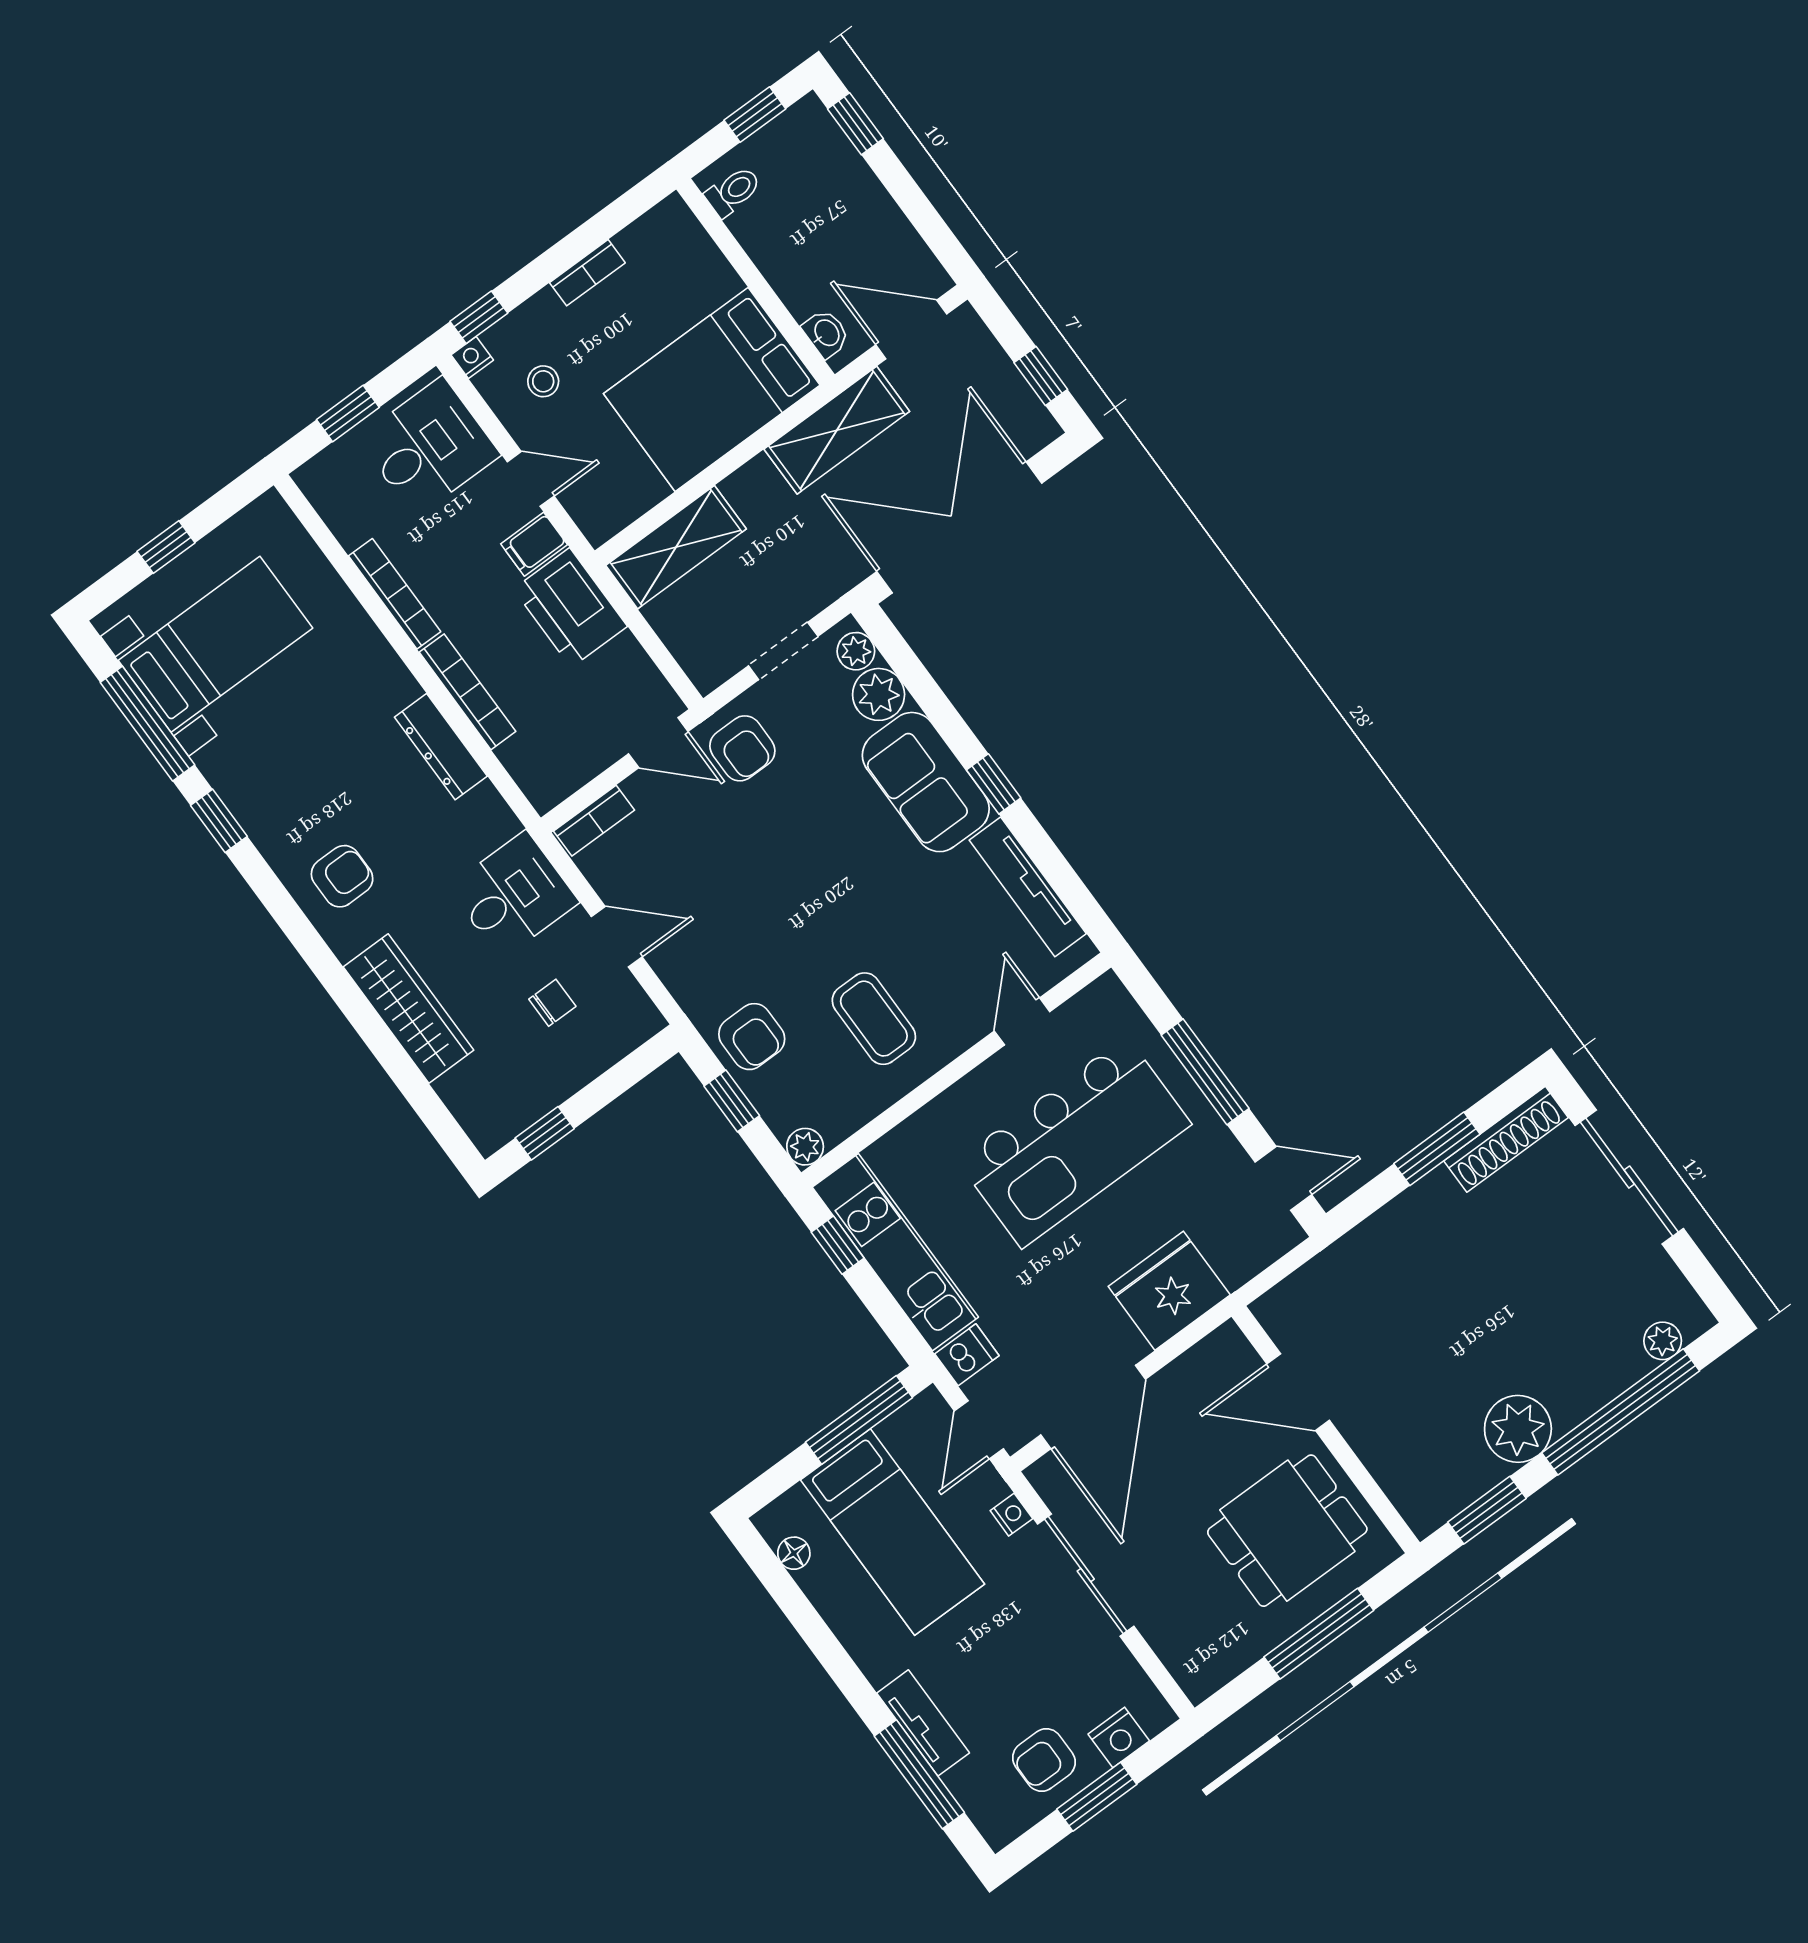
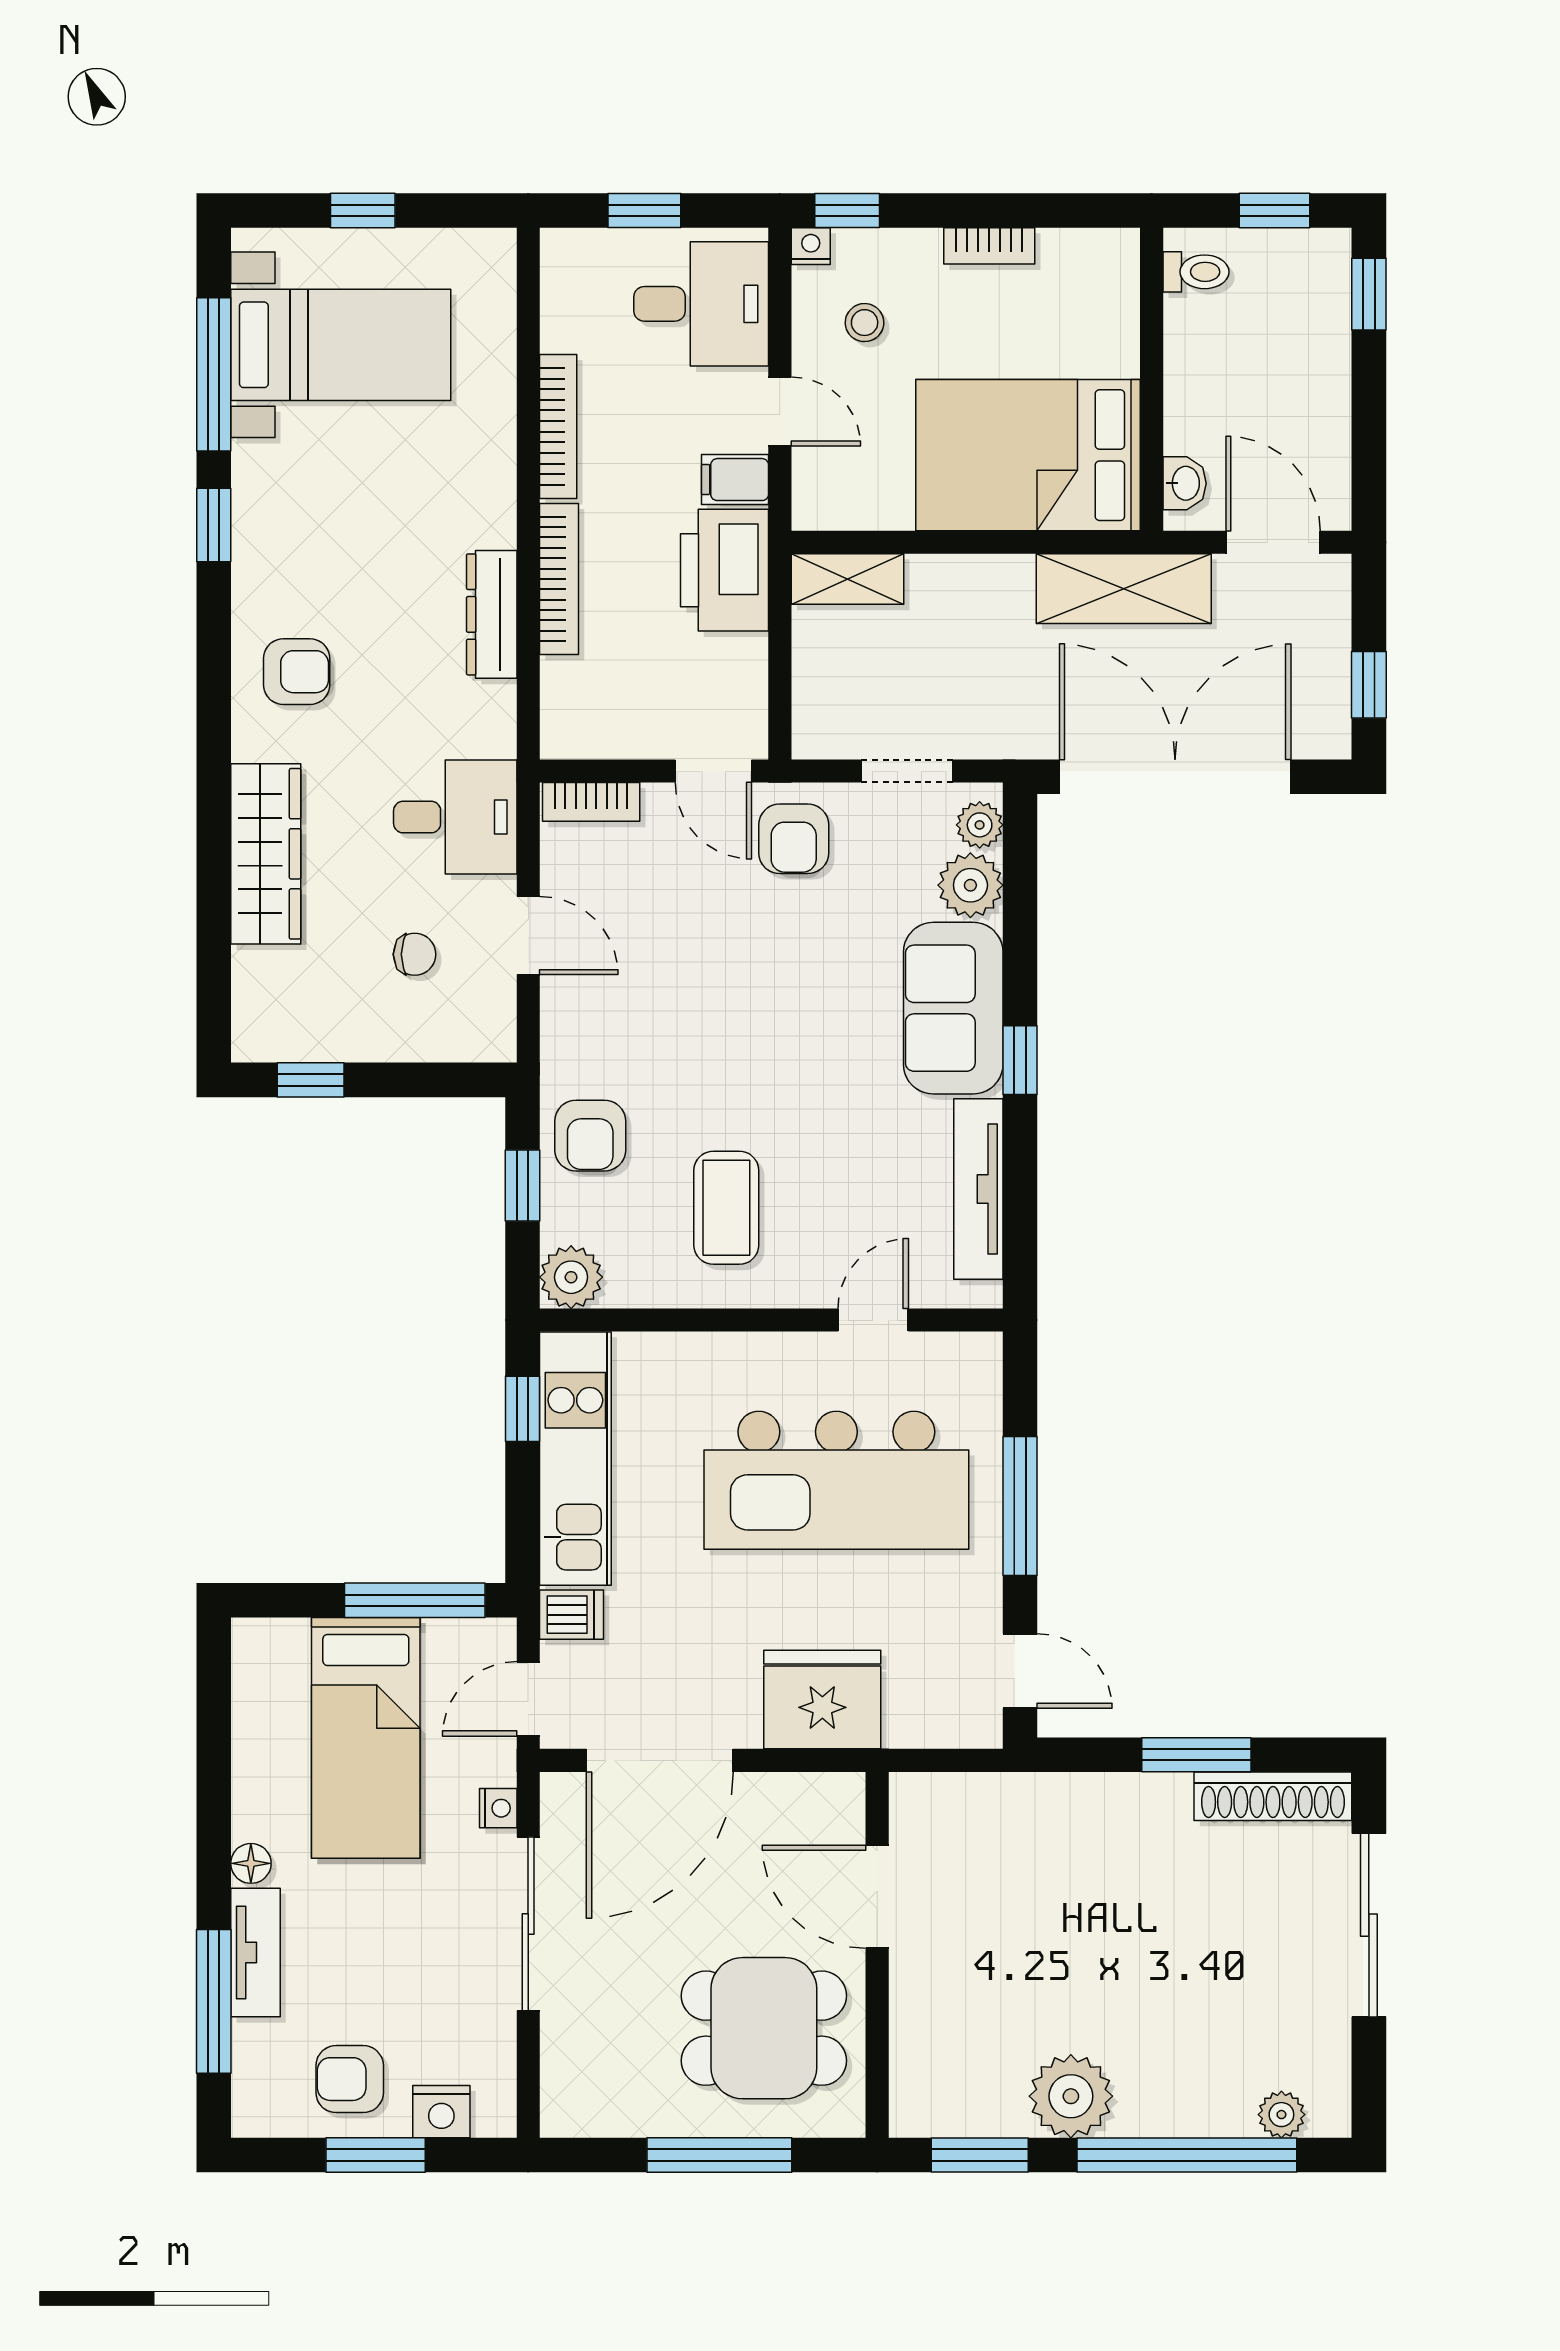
shelving: (676, 547) -> (848, 579), width x0.67, depth x0.75
plant: (805, 1147) -> (571, 1277), width x1.38, depth x1.38
floor lamp: (794, 1553) -> (251, 1863), moved

